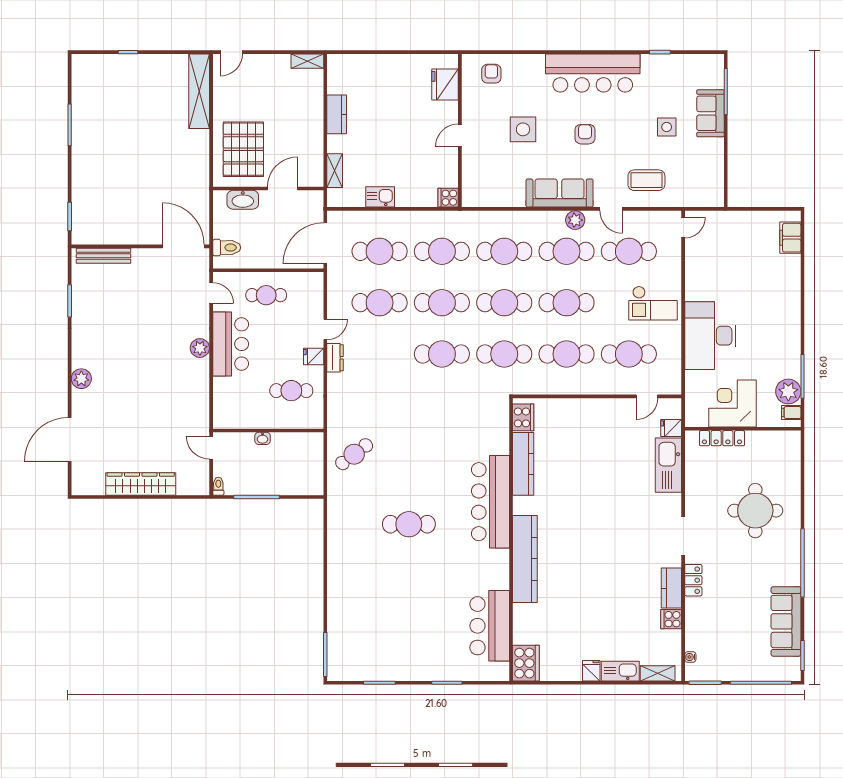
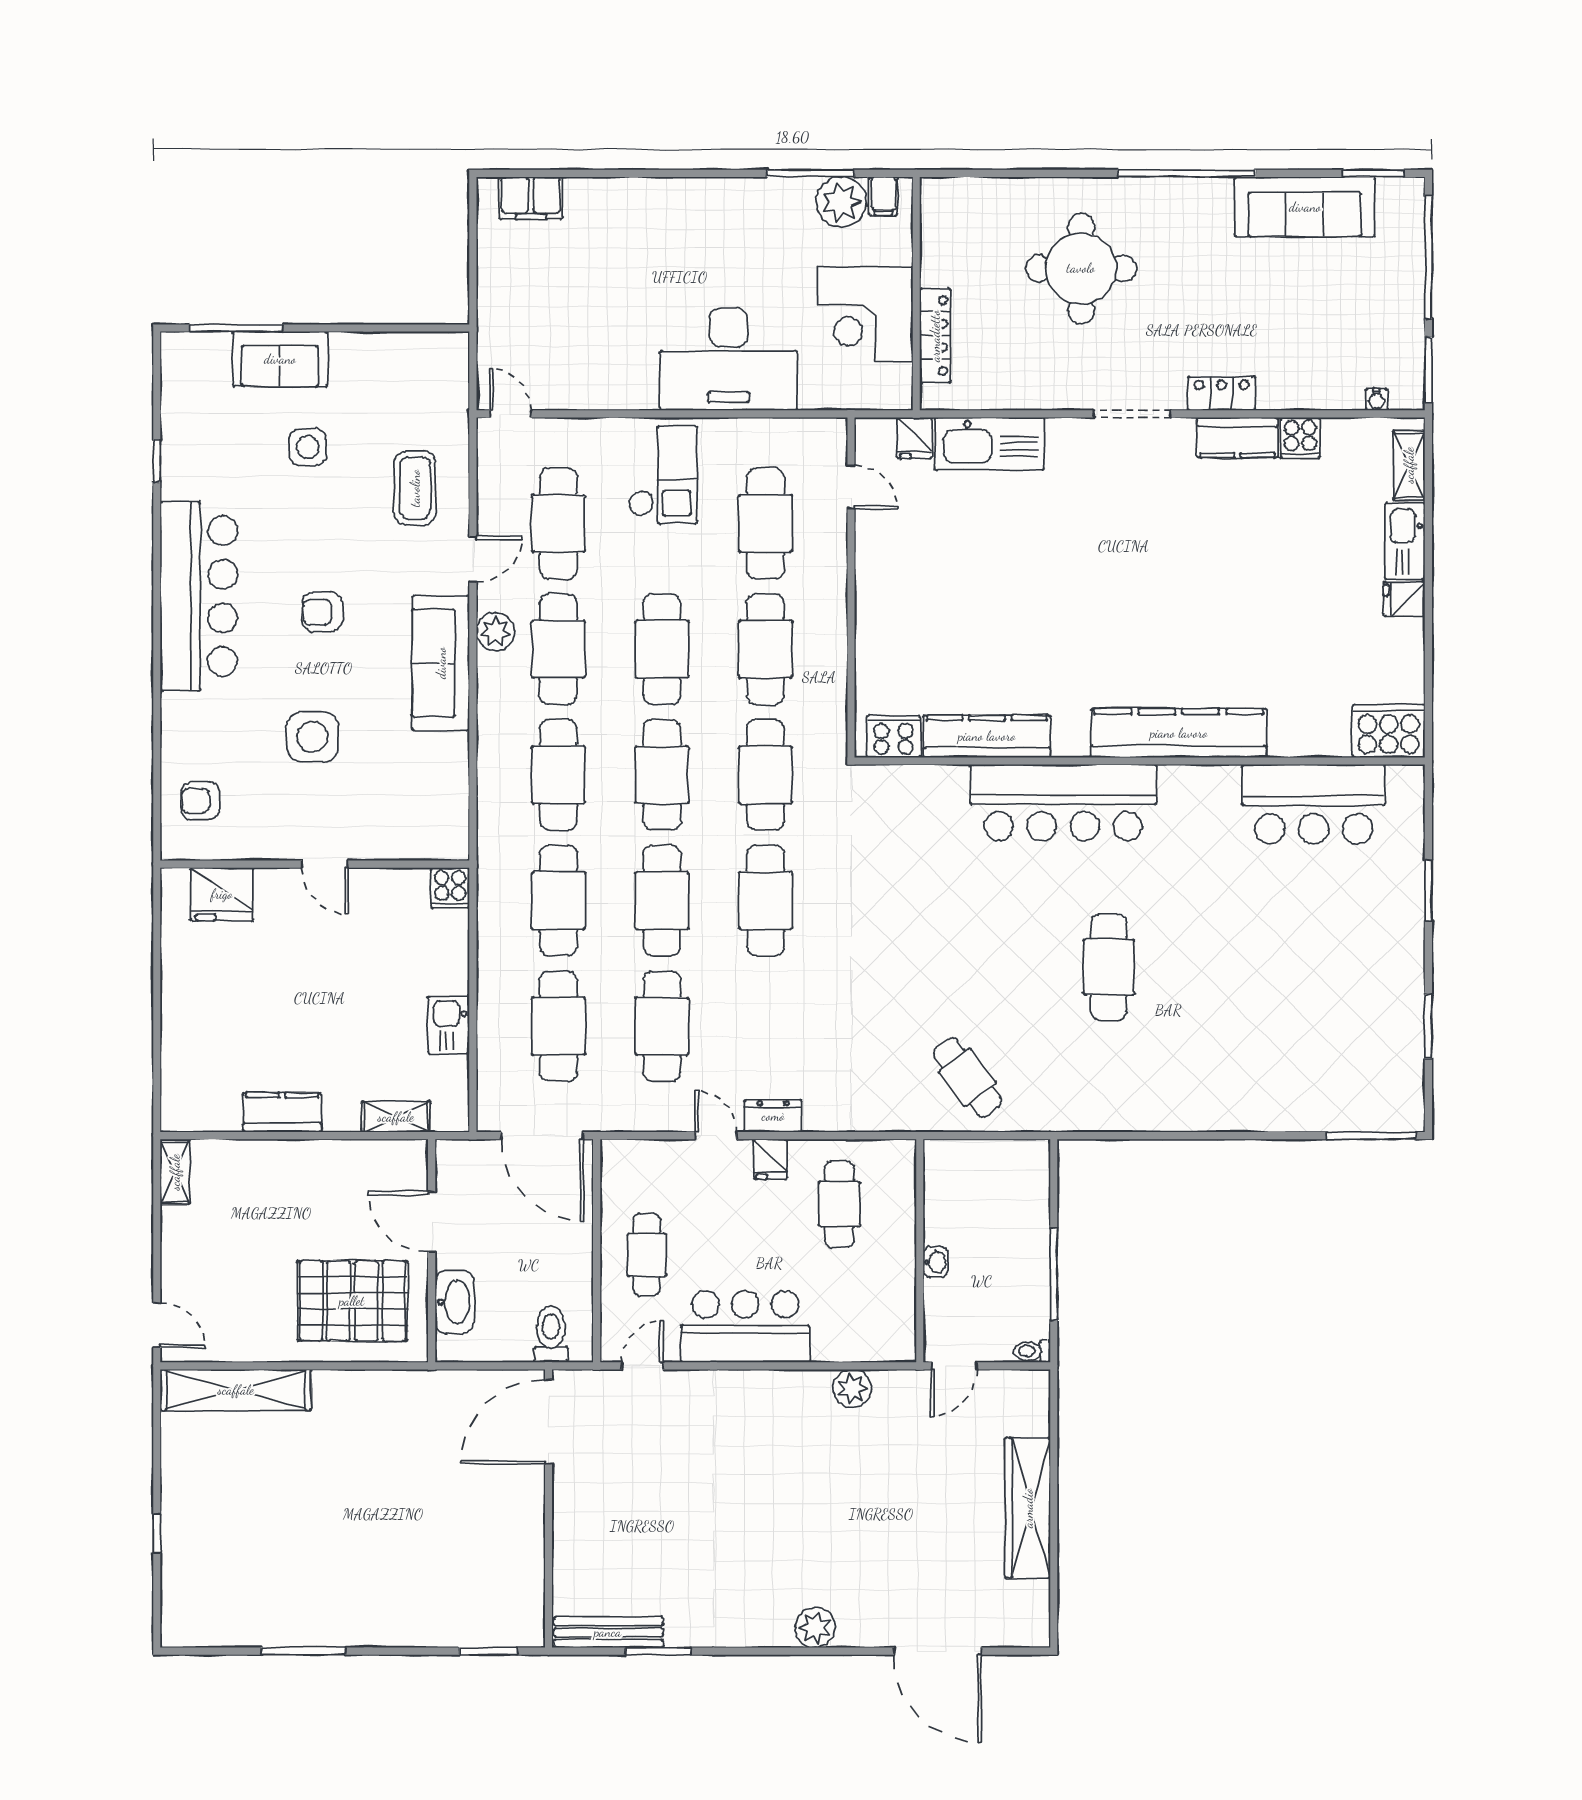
bench: (103, 256) -> (608, 1632), moved, turned 90
plant: (200, 348) -> (852, 1389), moved

